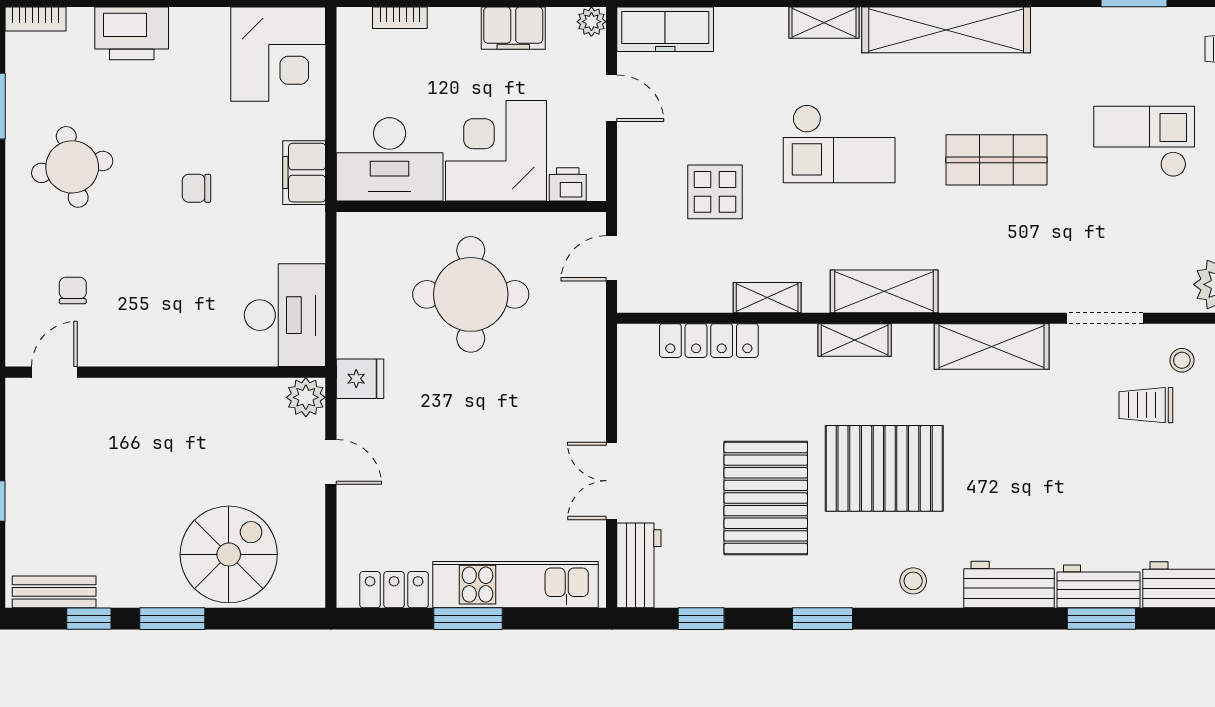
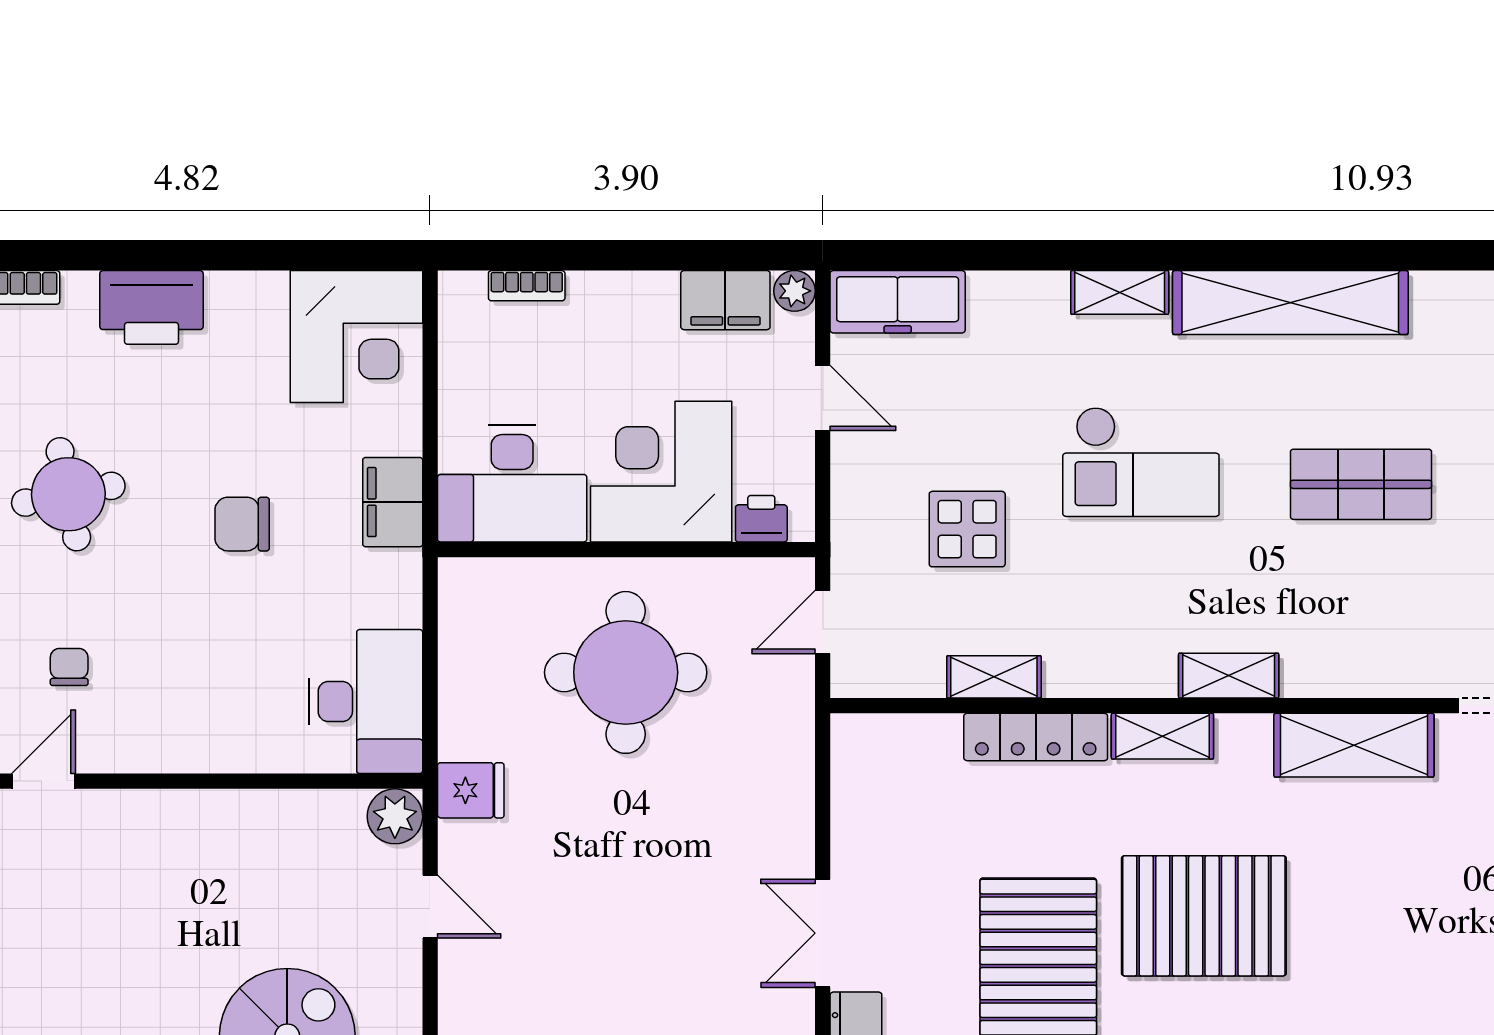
filing cabinet: (513, 28) -> (725, 300), moved
chair: (196, 188) -> (242, 524), width x1.37, depth x1.37
shelving: (884, 291) -> (1229, 676), width x0.67, depth x0.75
shelving: (767, 298) -> (994, 677), moved
locker: (709, 341) -> (1036, 737), moved

